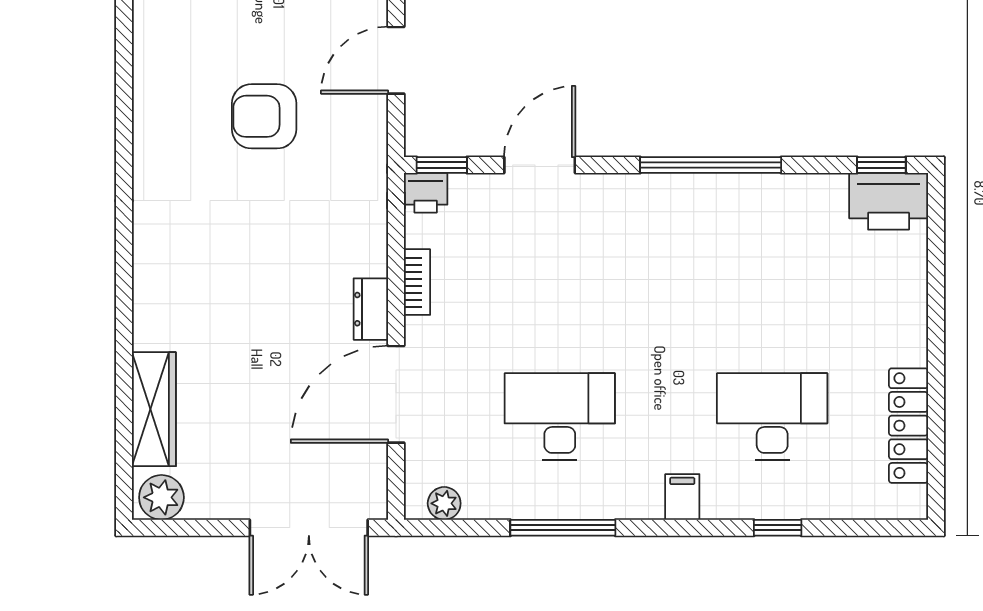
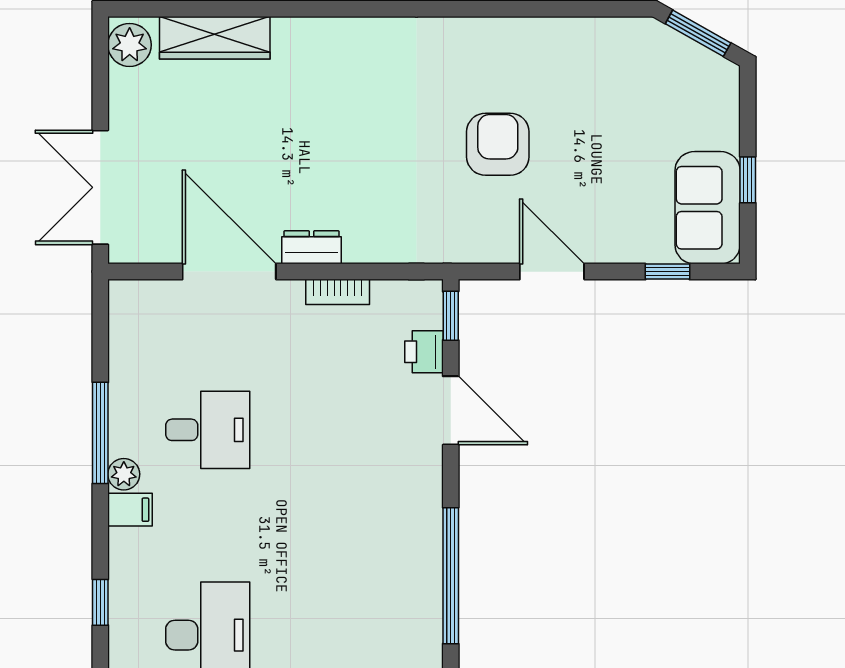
printer: (426, 193) -> (424, 352), moved
desk: (560, 417) -> (208, 430), width x0.73
filing cabinet: (682, 497) -> (130, 510), moved
plant: (444, 503) -> (124, 474), moved
window: (778, 528) -> (100, 602), moved

